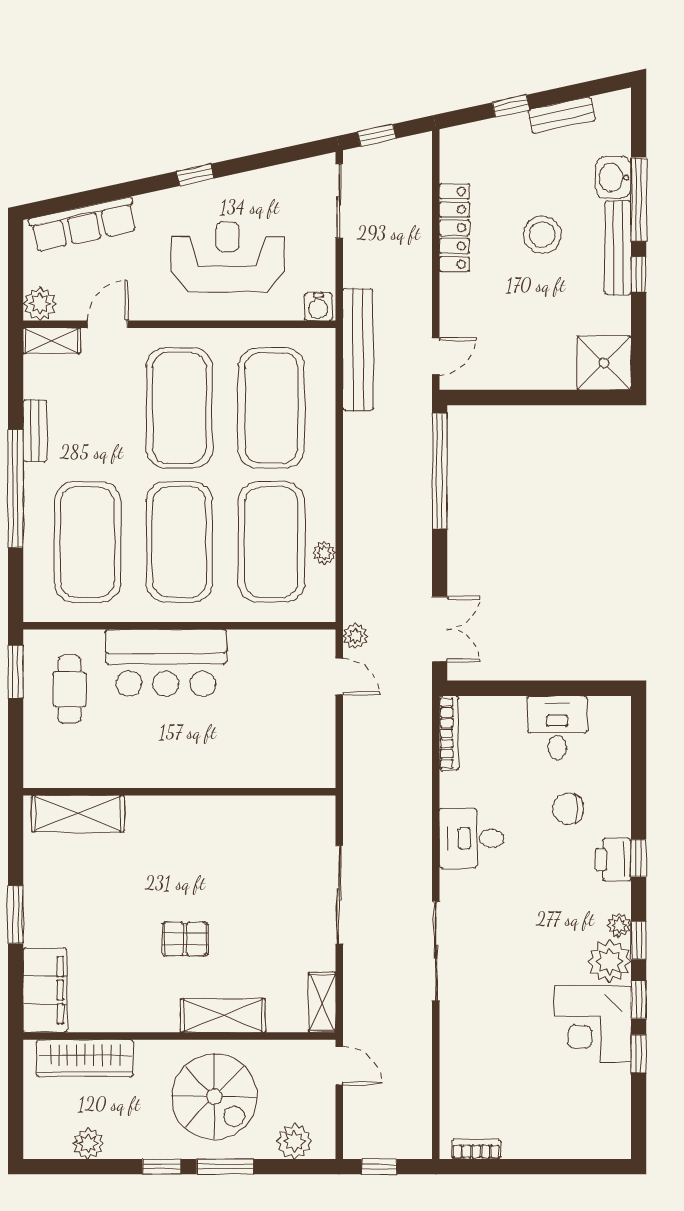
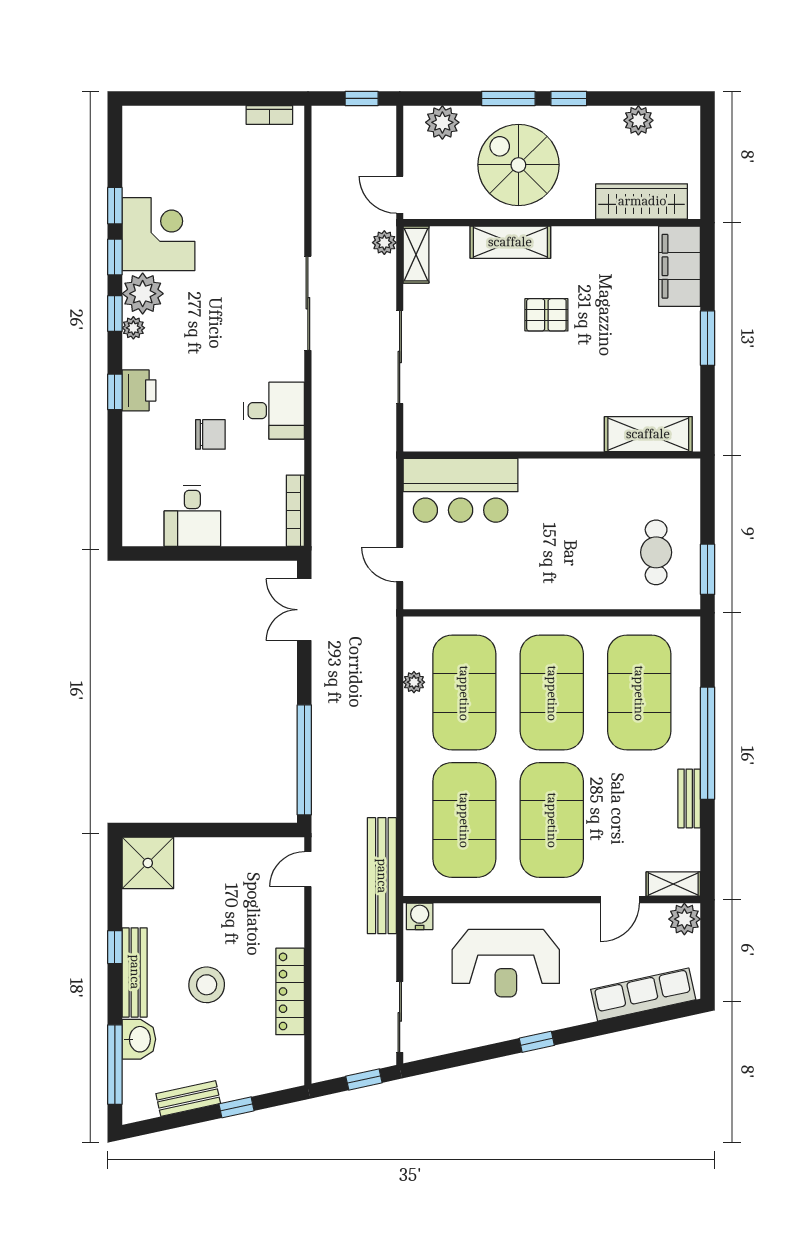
window: (639, 199) -> (115, 1065), moved
plant: (355, 636) -> (384, 243), moved
bar counter: (166, 663) -> (461, 490), moved, turned 180
chair: (568, 809) -> (210, 434), moved

